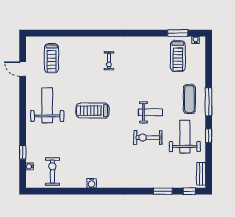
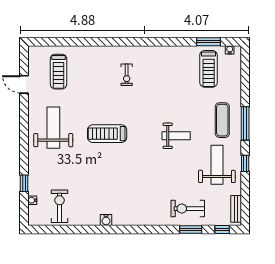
exercise bike: (148, 138) -> (188, 209), moved

